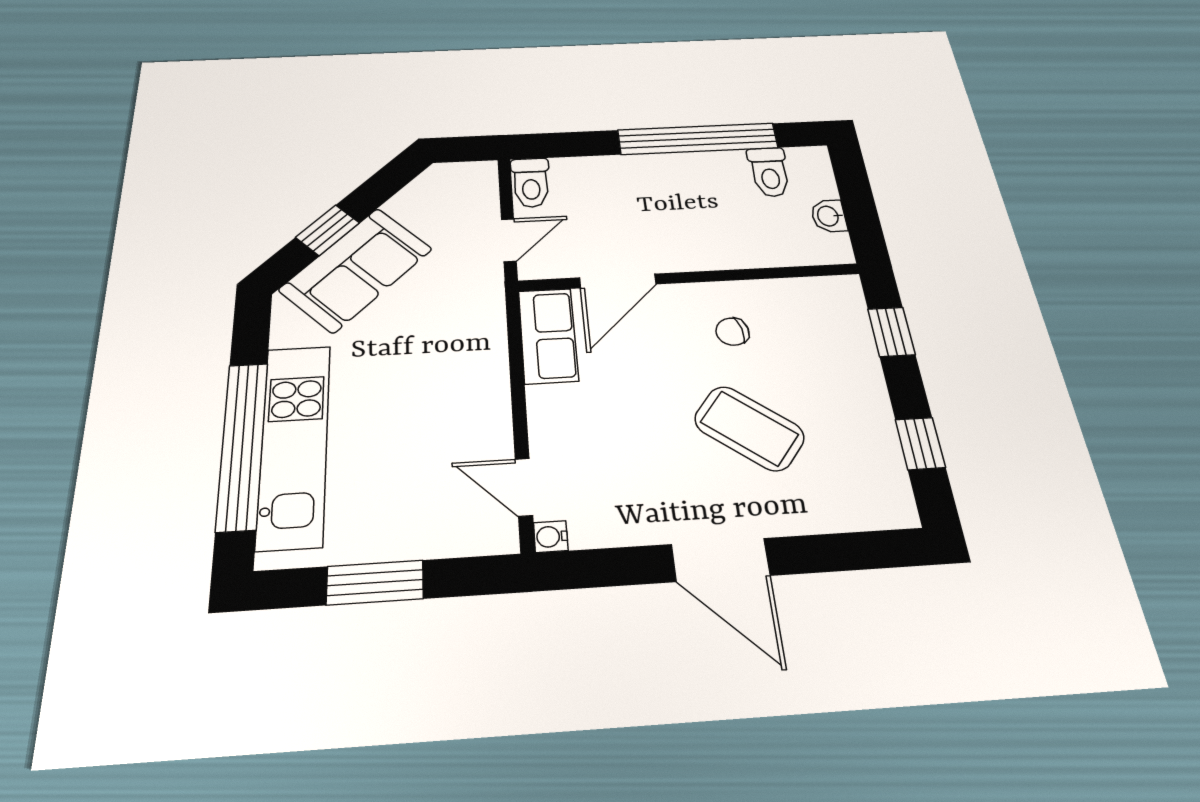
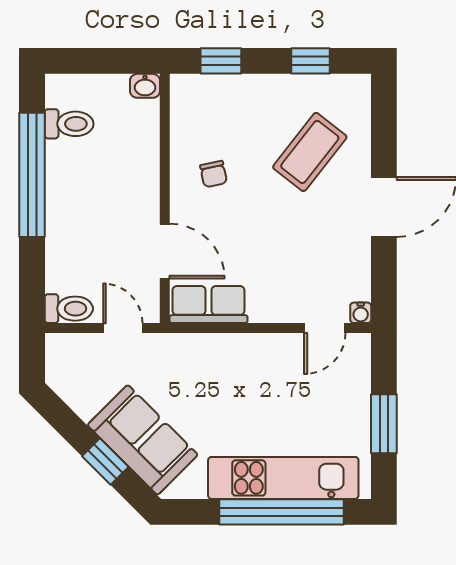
washbasin: (829, 216) -> (145, 86), moved
coffee table: (749, 428) -> (310, 152), moved

